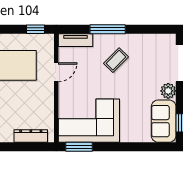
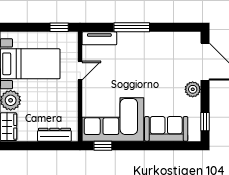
coffee table: (116, 60) -> (140, 58), removed
sofa: (164, 121) -> (166, 129), moved, turned 90
window: (79, 147) -> (103, 146), width x0.67

